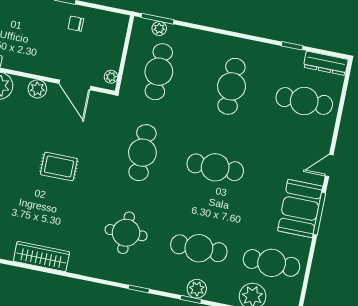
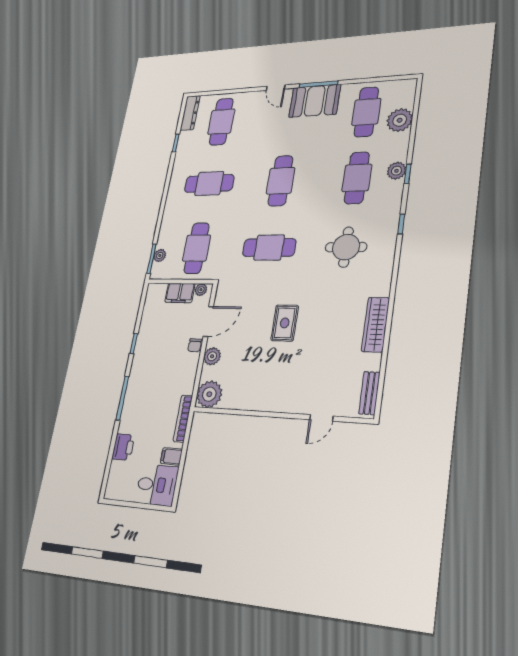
chair: (76, 24) -> (195, 345), moved
filing cabinet: (112, 53) -> (180, 293), added
cafe table: (159, 72) -> (197, 248), turned 90

